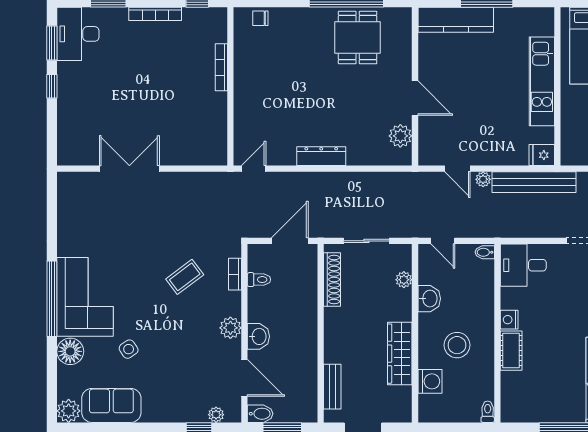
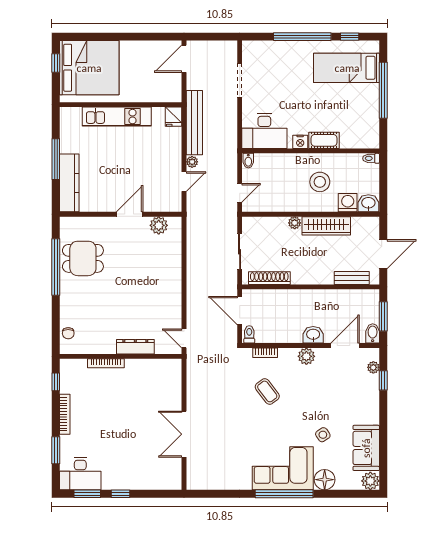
dresser: (321, 156) -> (135, 347), moved, turned 90
desk: (523, 265) -> (264, 131), width x1.37
toilet: (259, 280) -> (249, 334), moved
plant: (404, 280) -> (295, 223), moved
washbasin: (429, 299) -> (368, 203), moved

